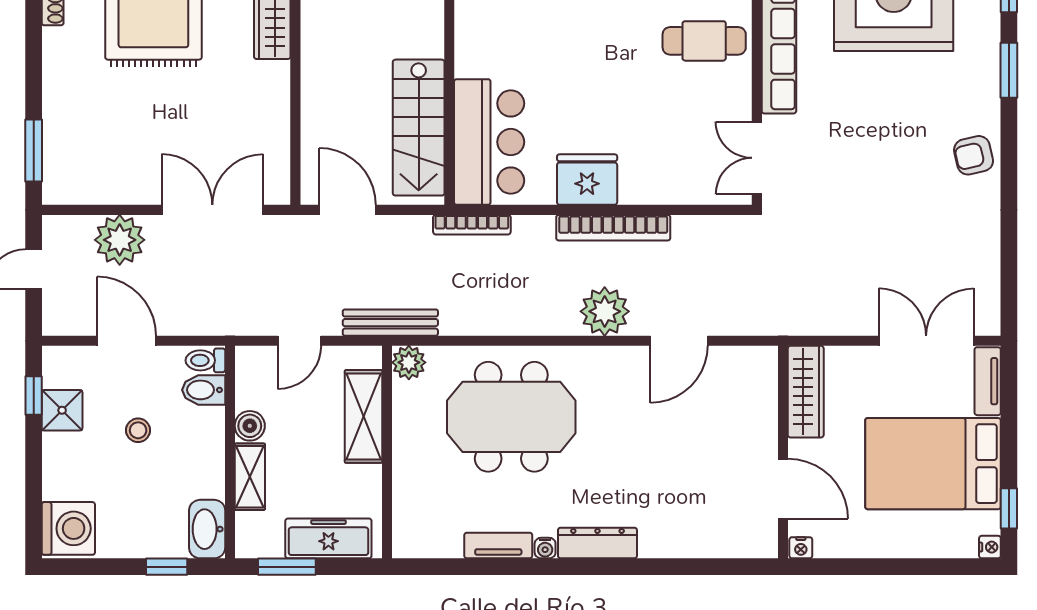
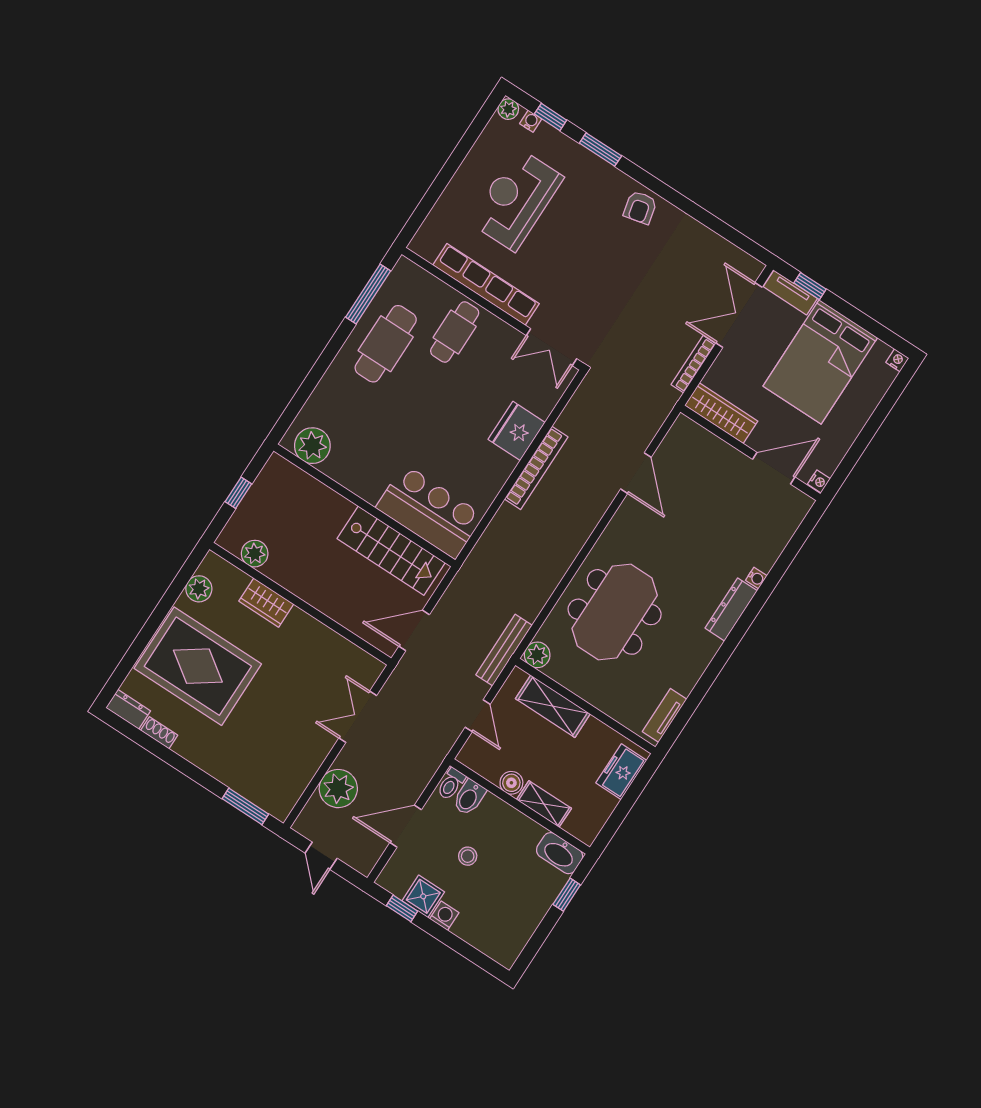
fridge: (587, 180) -> (517, 431), moved
double door: (212, 210) -> (358, 717), width x0.73
bookcase: (472, 225) -> (693, 364), moved, turned 180
plant: (605, 311) -> (586, 508), removed
window: (1009, 508) -> (810, 286), moved
washing machine: (68, 528) -> (444, 916), moved, width x0.53, depth x0.53
freezer: (328, 538) -> (621, 772), width x0.71
tv unit: (498, 545) -> (664, 715), moved
water cooler: (545, 548) -> (756, 578), moved
window: (287, 567) -> (617, 818), removed

